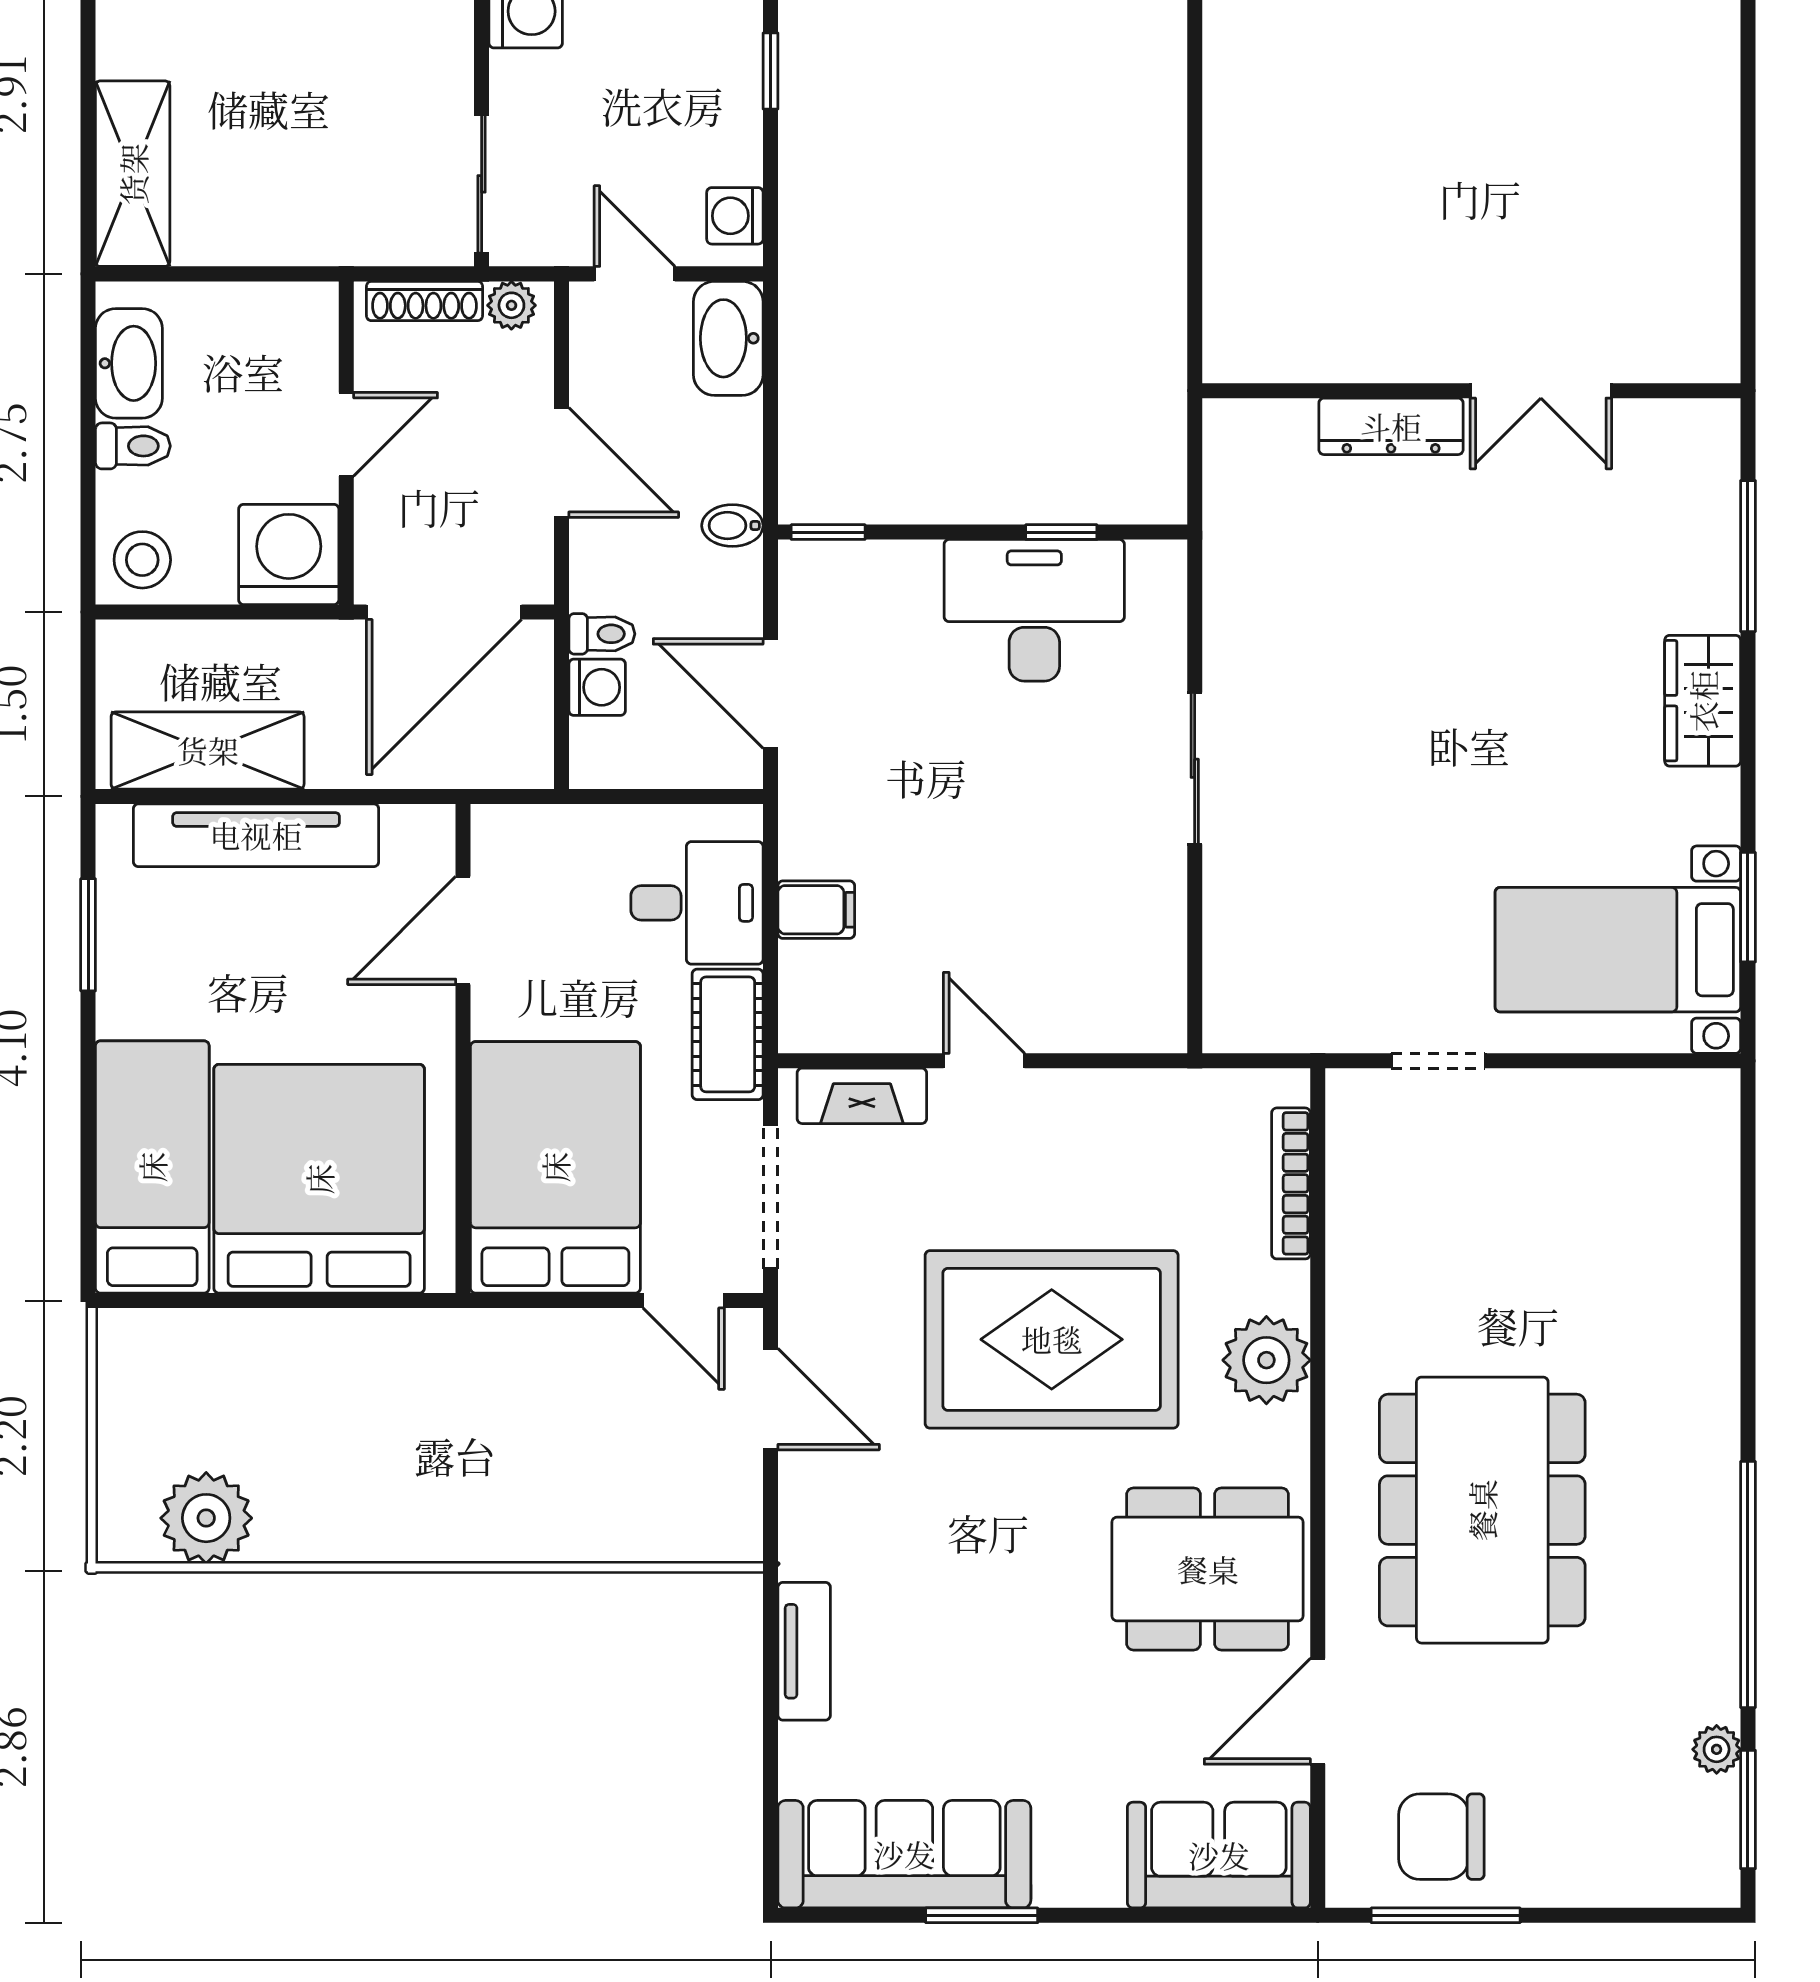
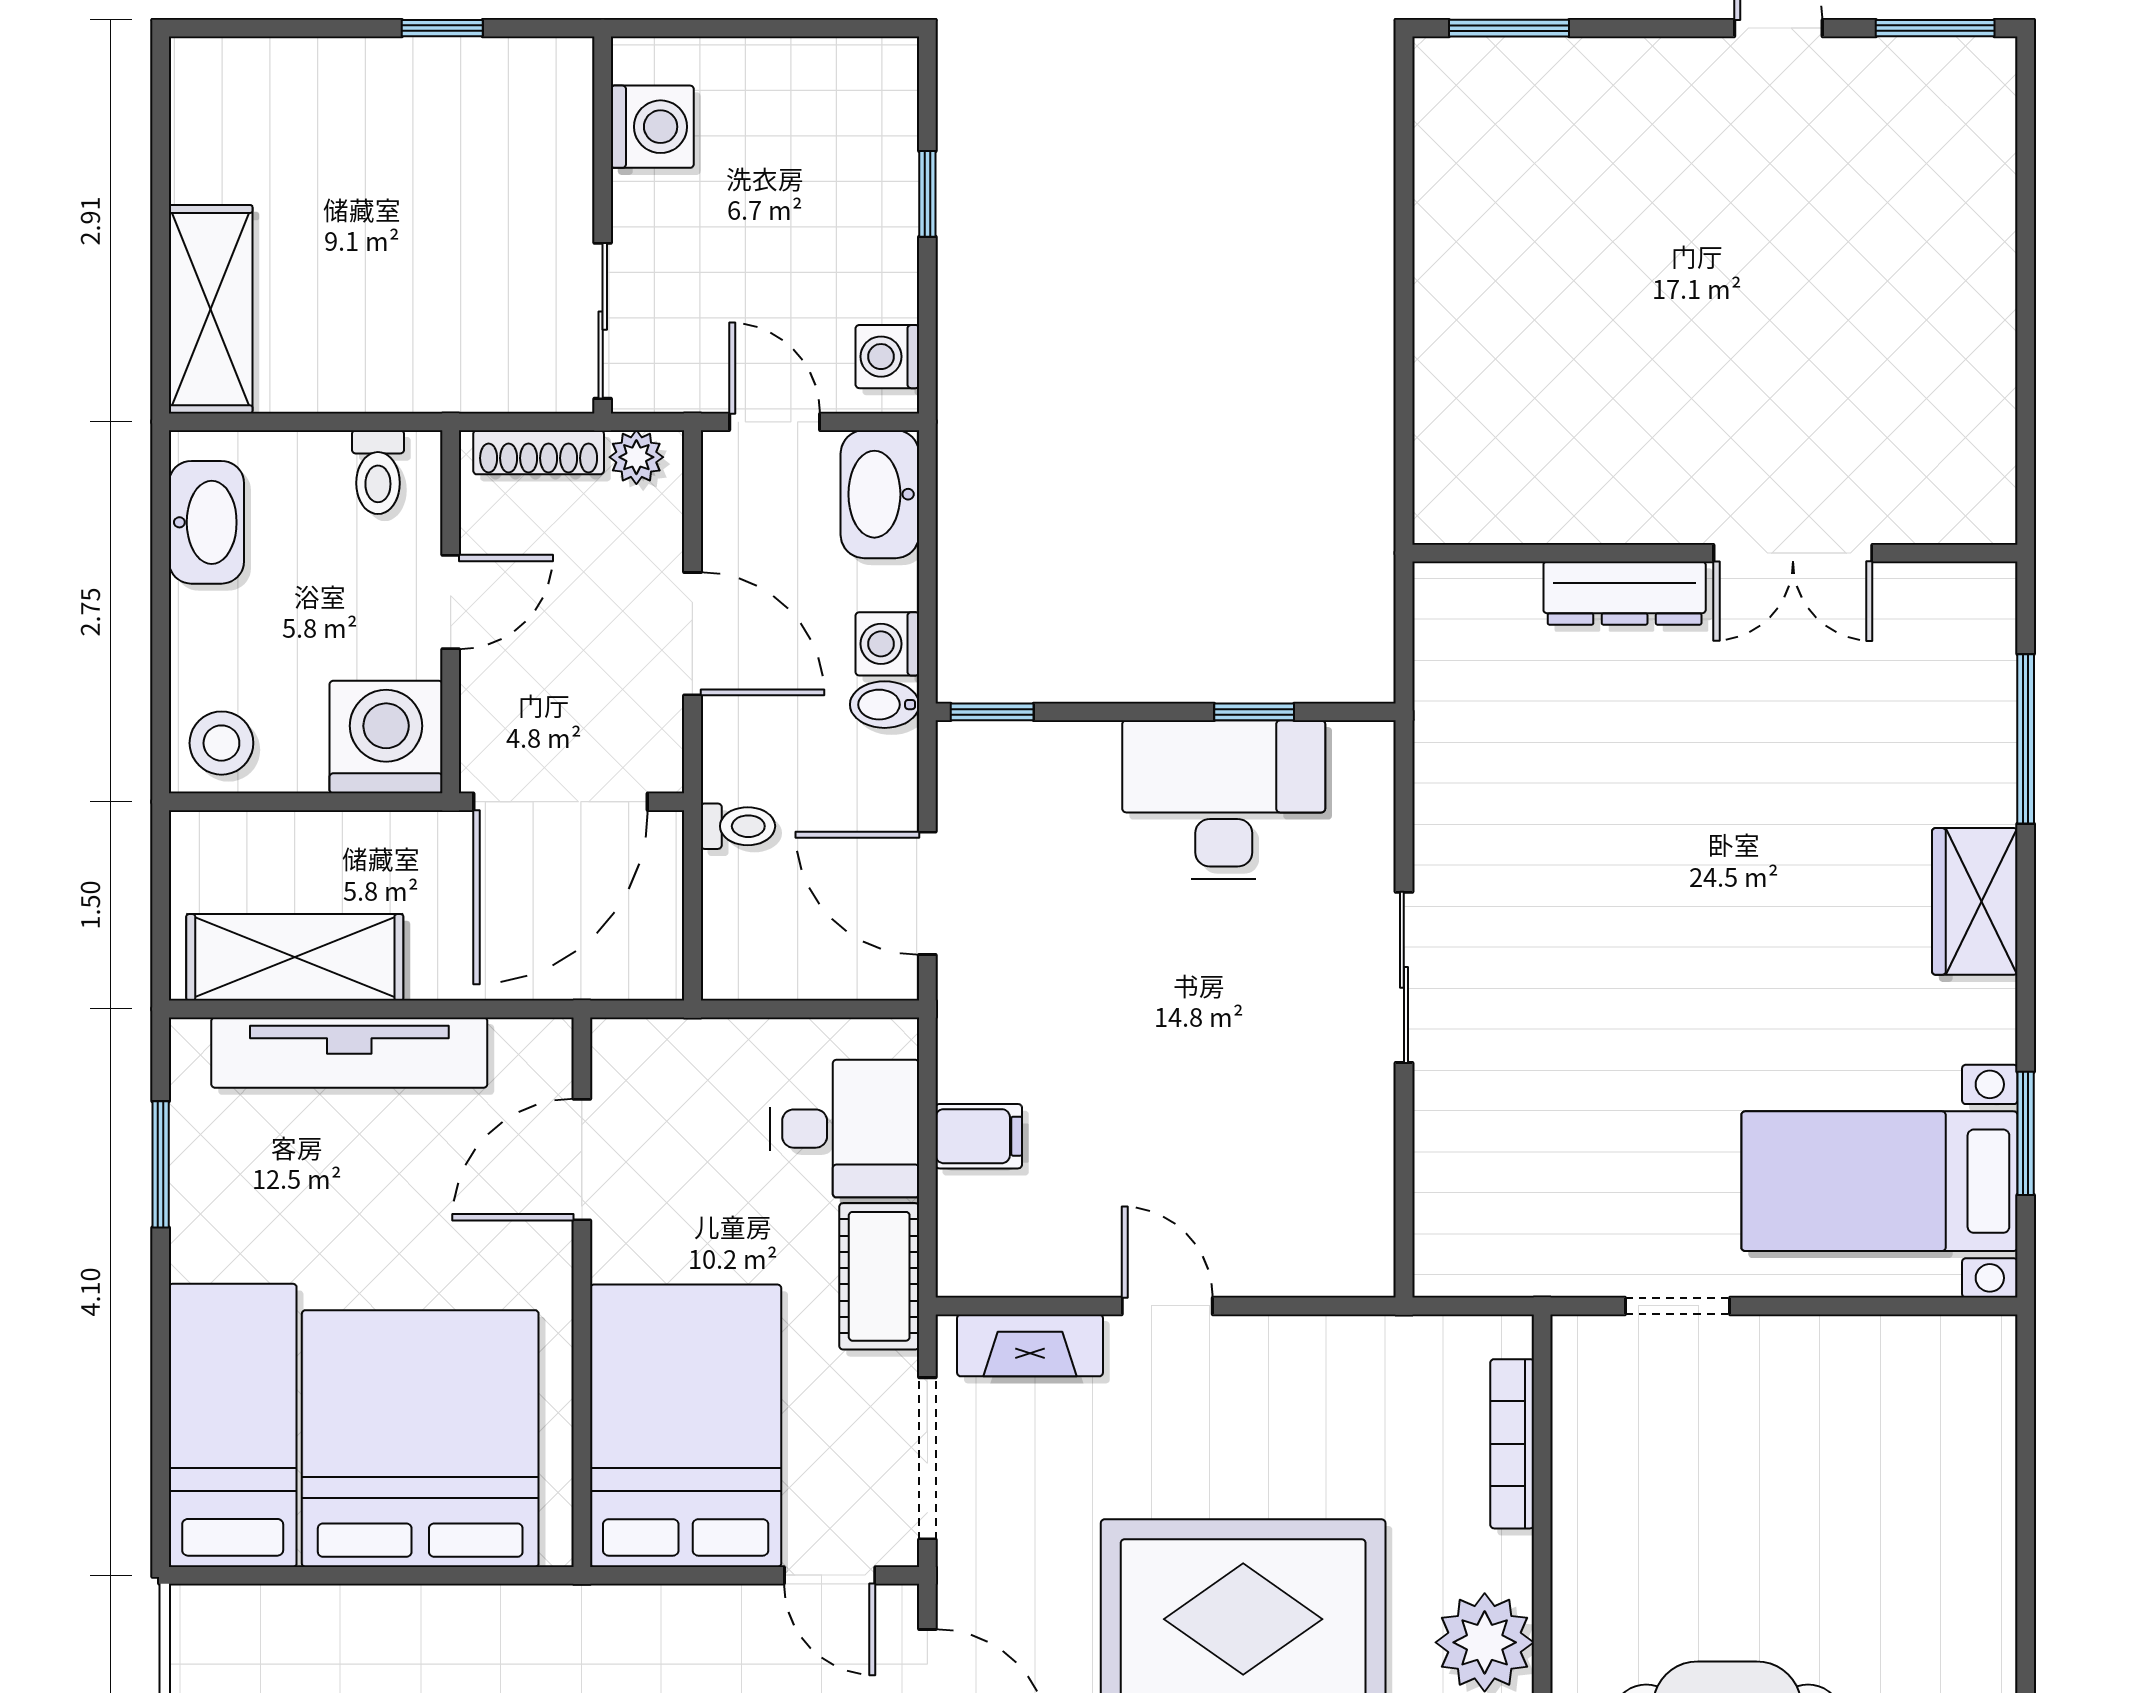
toilet: (133, 446) -> (378, 472), moved, turned 90
washing machine: (597, 687) -> (887, 644), moved, turned 180

